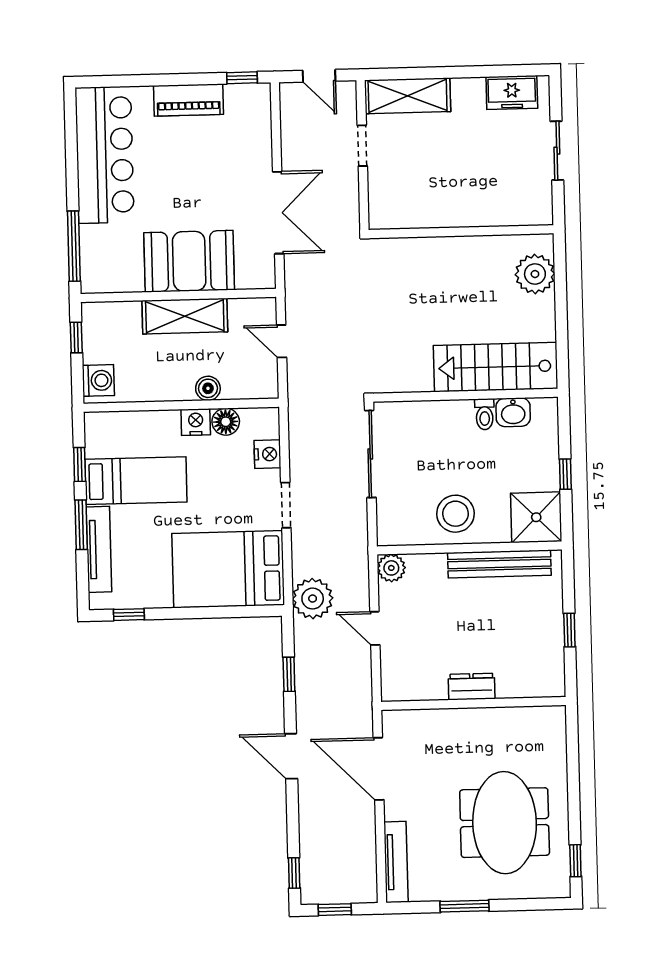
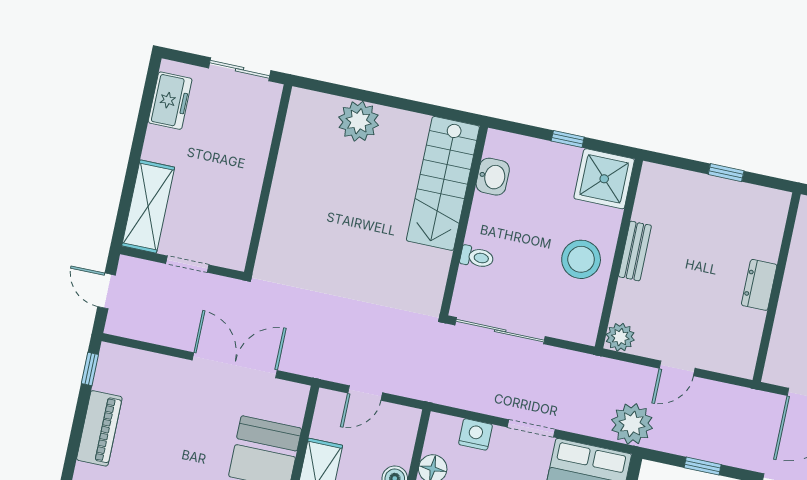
door: (319, 76) -> (106, 291), swing flipped
wall: (461, 232) -> (268, 179), moved
toilet: (485, 414) -> (477, 257), moved
bench: (499, 564) -> (635, 251), width x0.54, depth x0.82

